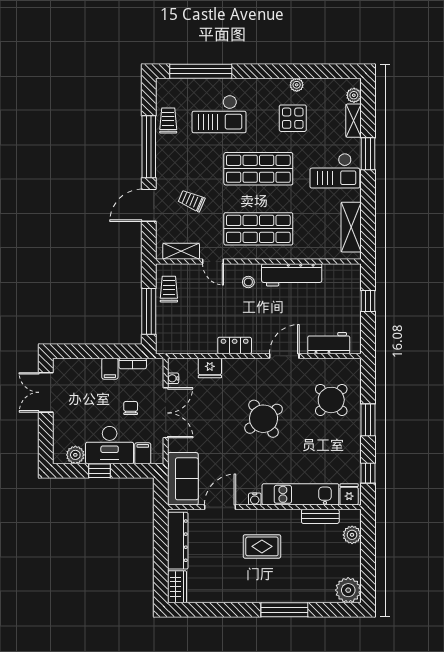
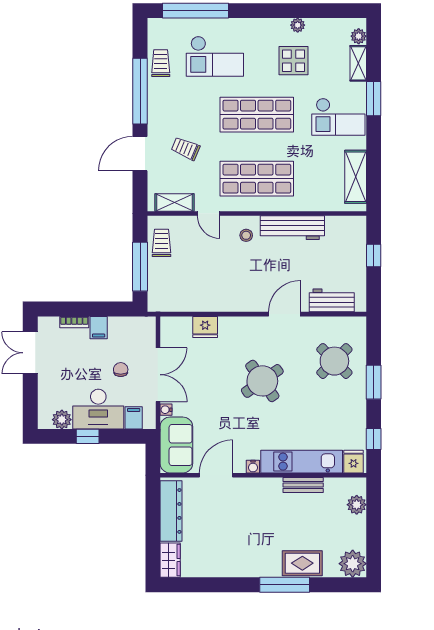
locker: (235, 345) -> (231, 303), removed
bookcase: (133, 363) -> (74, 322), moved
water cooler: (173, 378) -> (166, 410), moved
bench: (320, 516) -> (303, 485), moved
rug: (262, 546) -> (302, 563), moved

